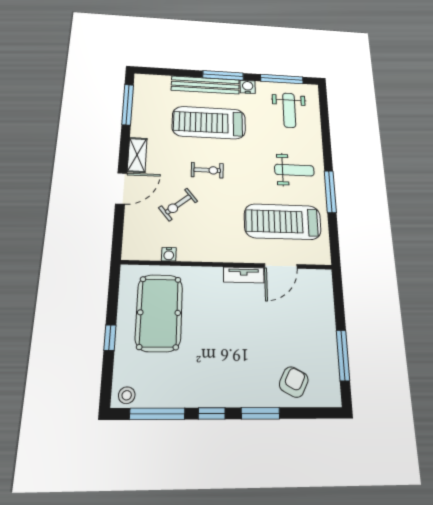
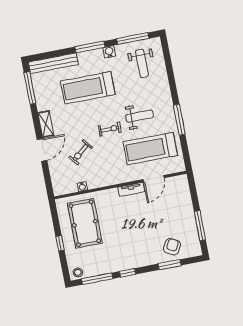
bench: (205, 85) -> (53, 63), moved
exercise bike: (207, 170) -> (110, 129), moved
weight bench: (294, 170) -> (140, 116), moved
window: (260, 413) -> (170, 265), moved

